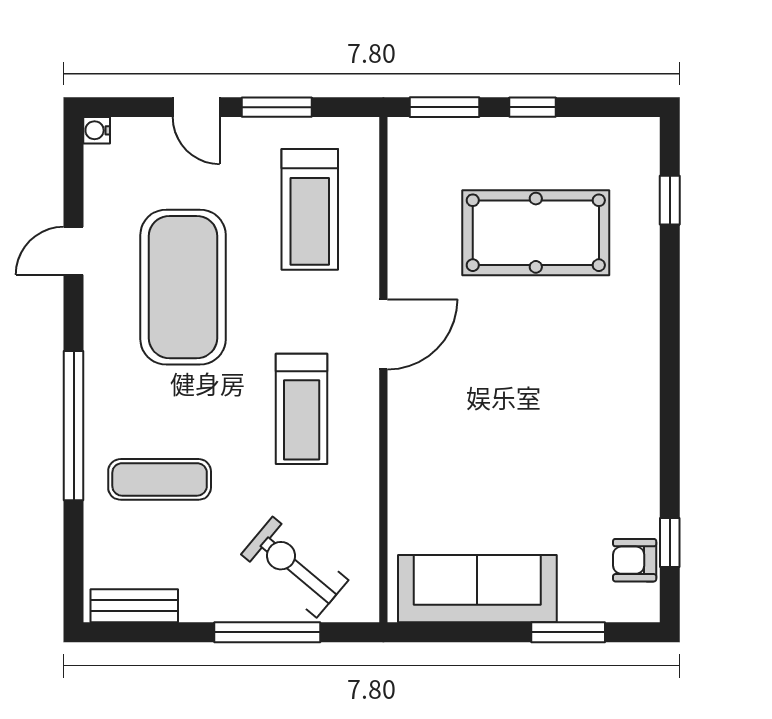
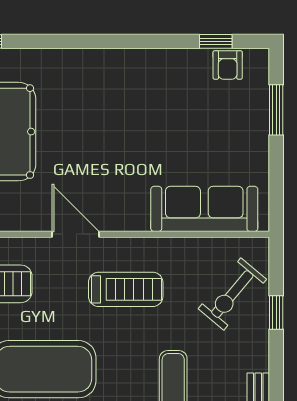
sofa: (477, 589) -> (204, 209), moved, turned 90
window: (267, 632) -> (276, 312), width x0.46

